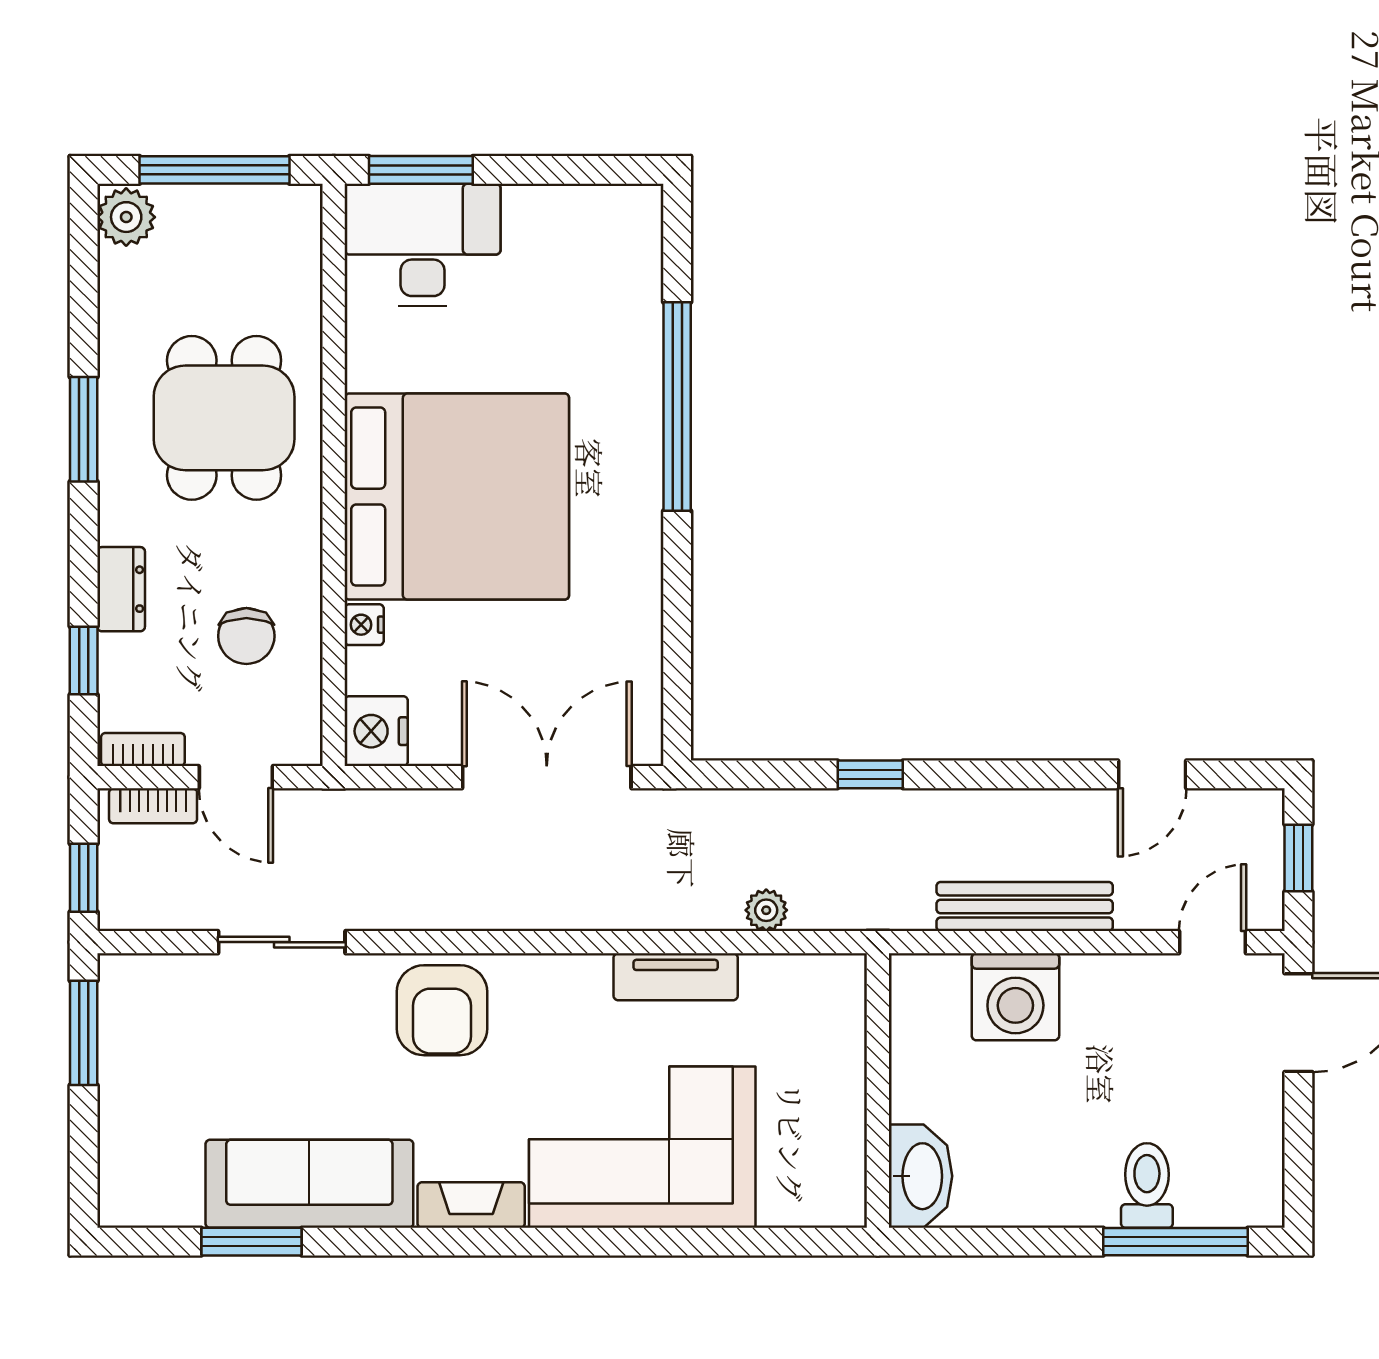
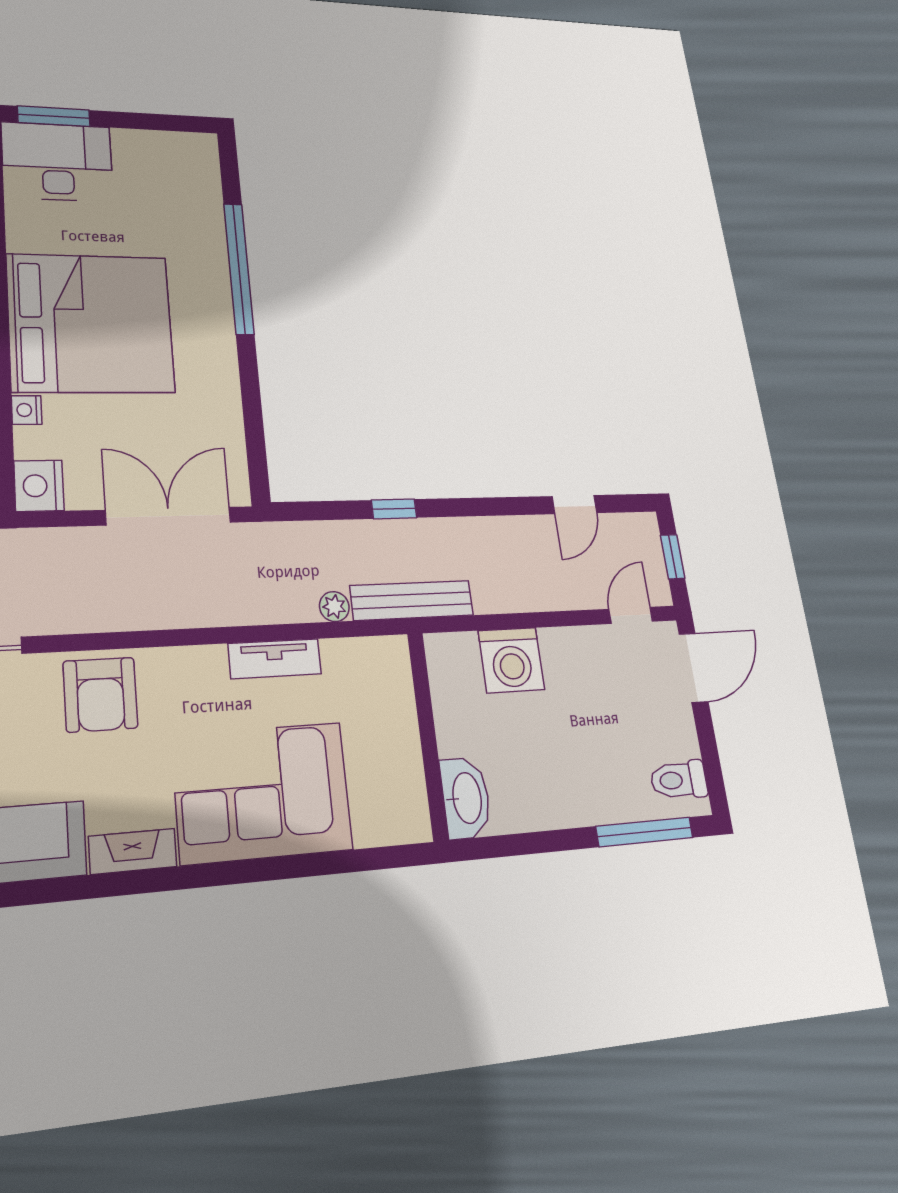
bench: (1025, 906) -> (412, 600), moved
toilet: (1147, 1185) -> (679, 780), moved, turned -90

